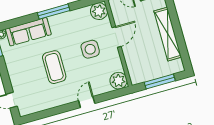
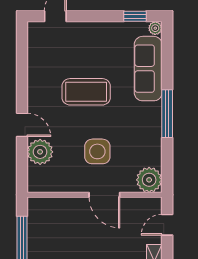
plant: (119, 81) -> (40, 152), moved

